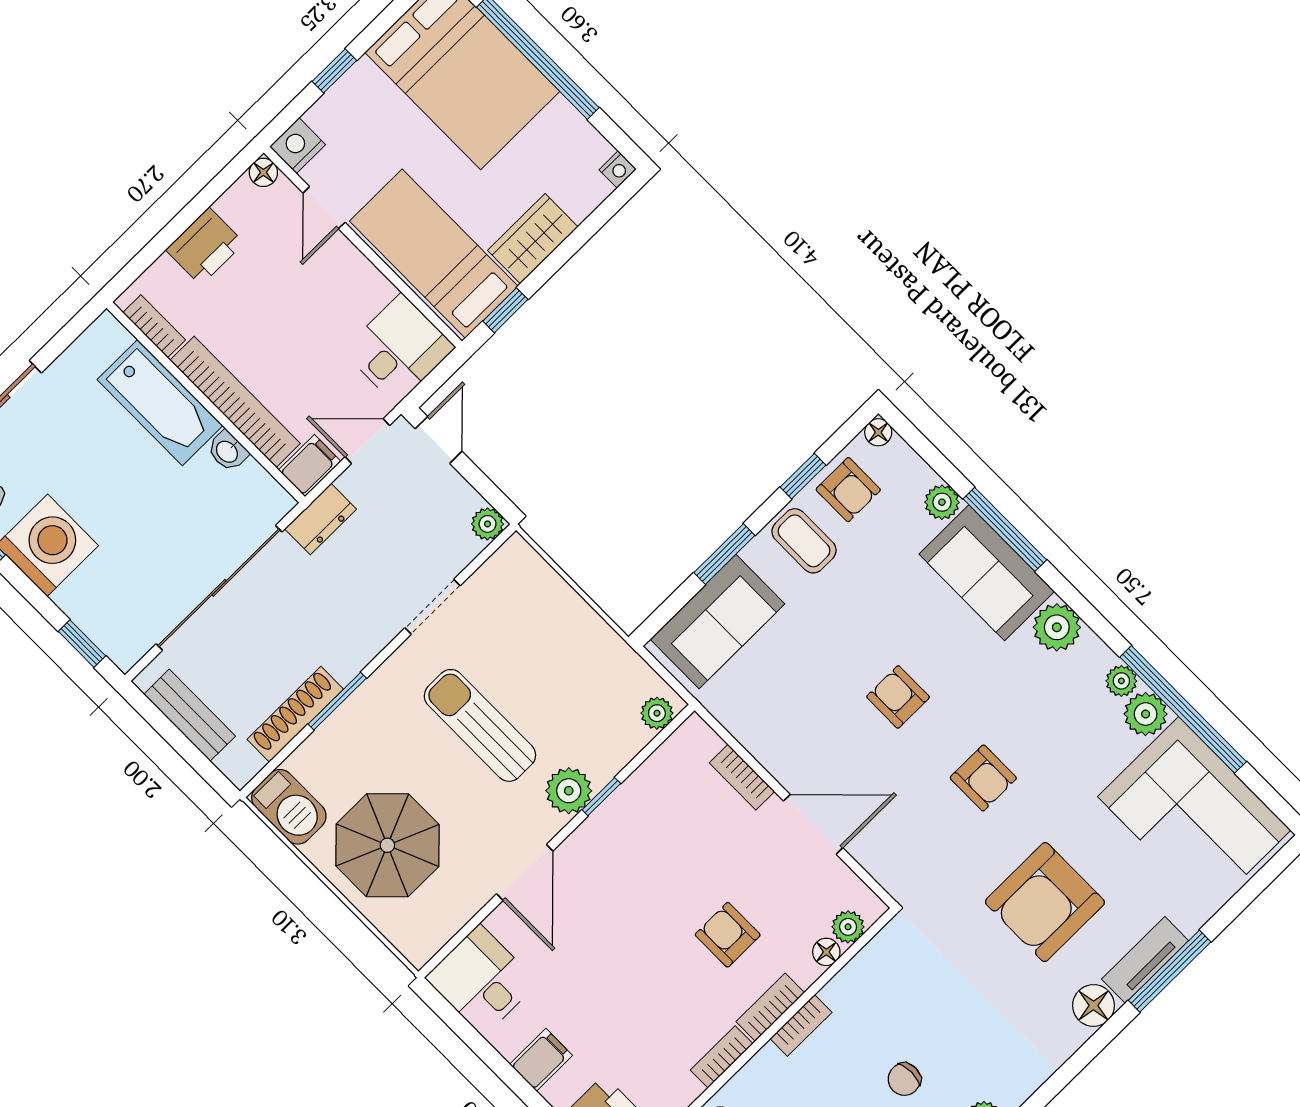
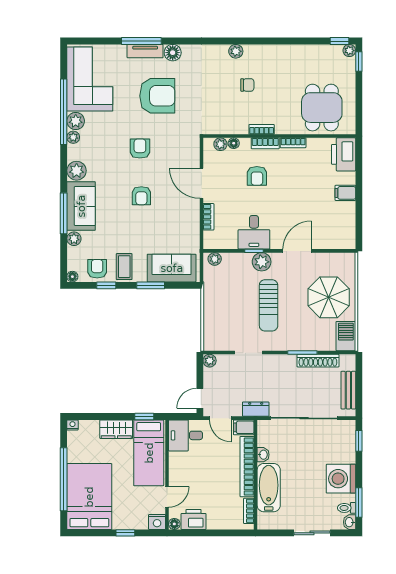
printer: (205, 246) -> (194, 519), moved
desk: (482, 980) -> (254, 232), moved

